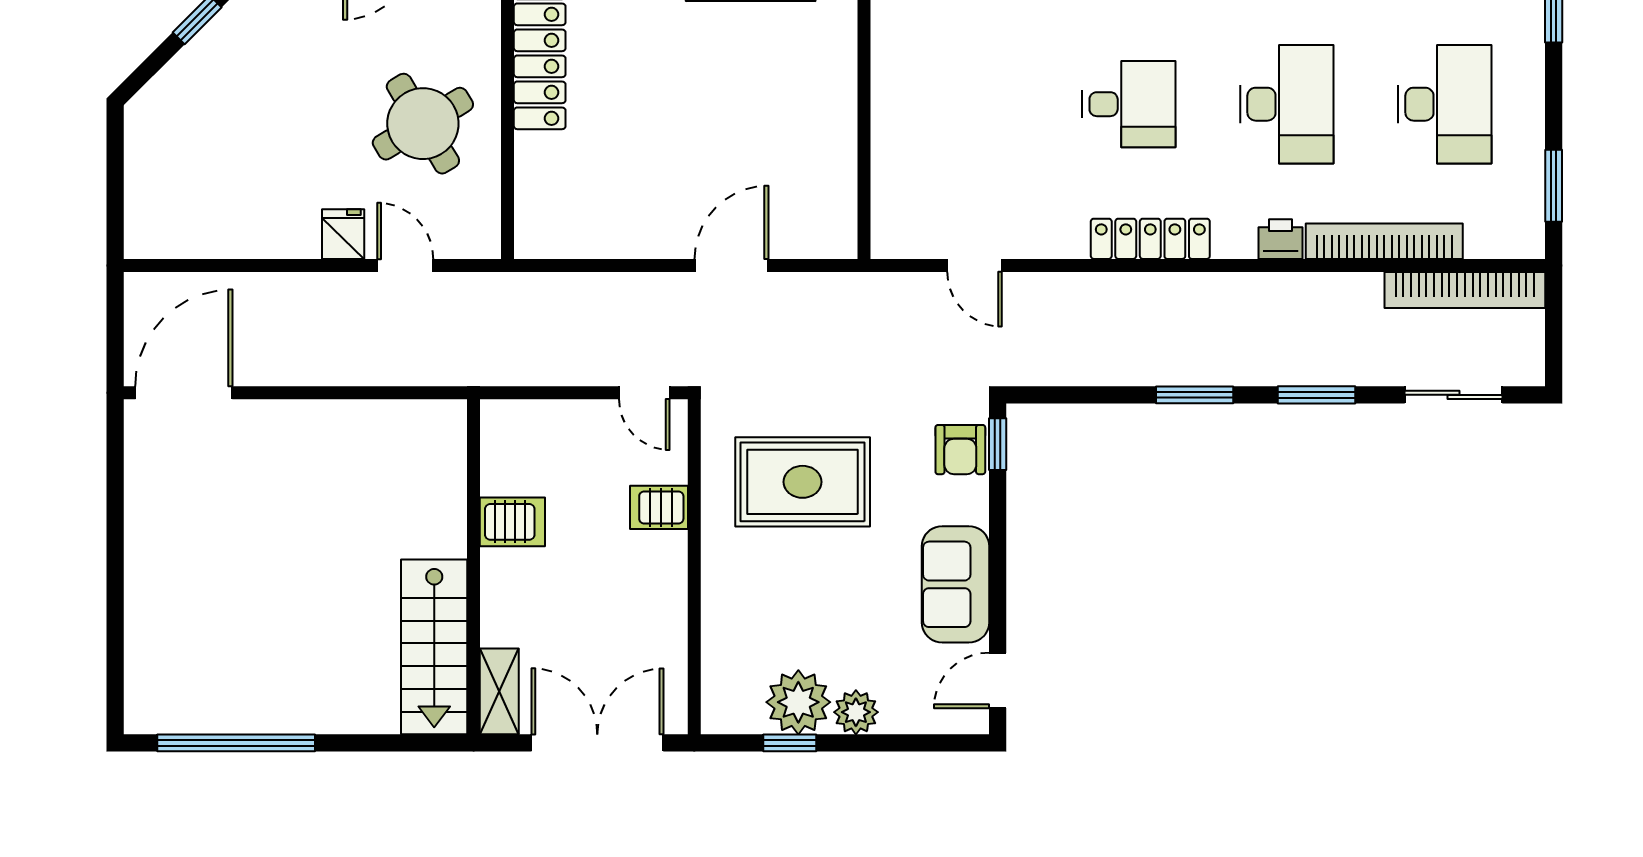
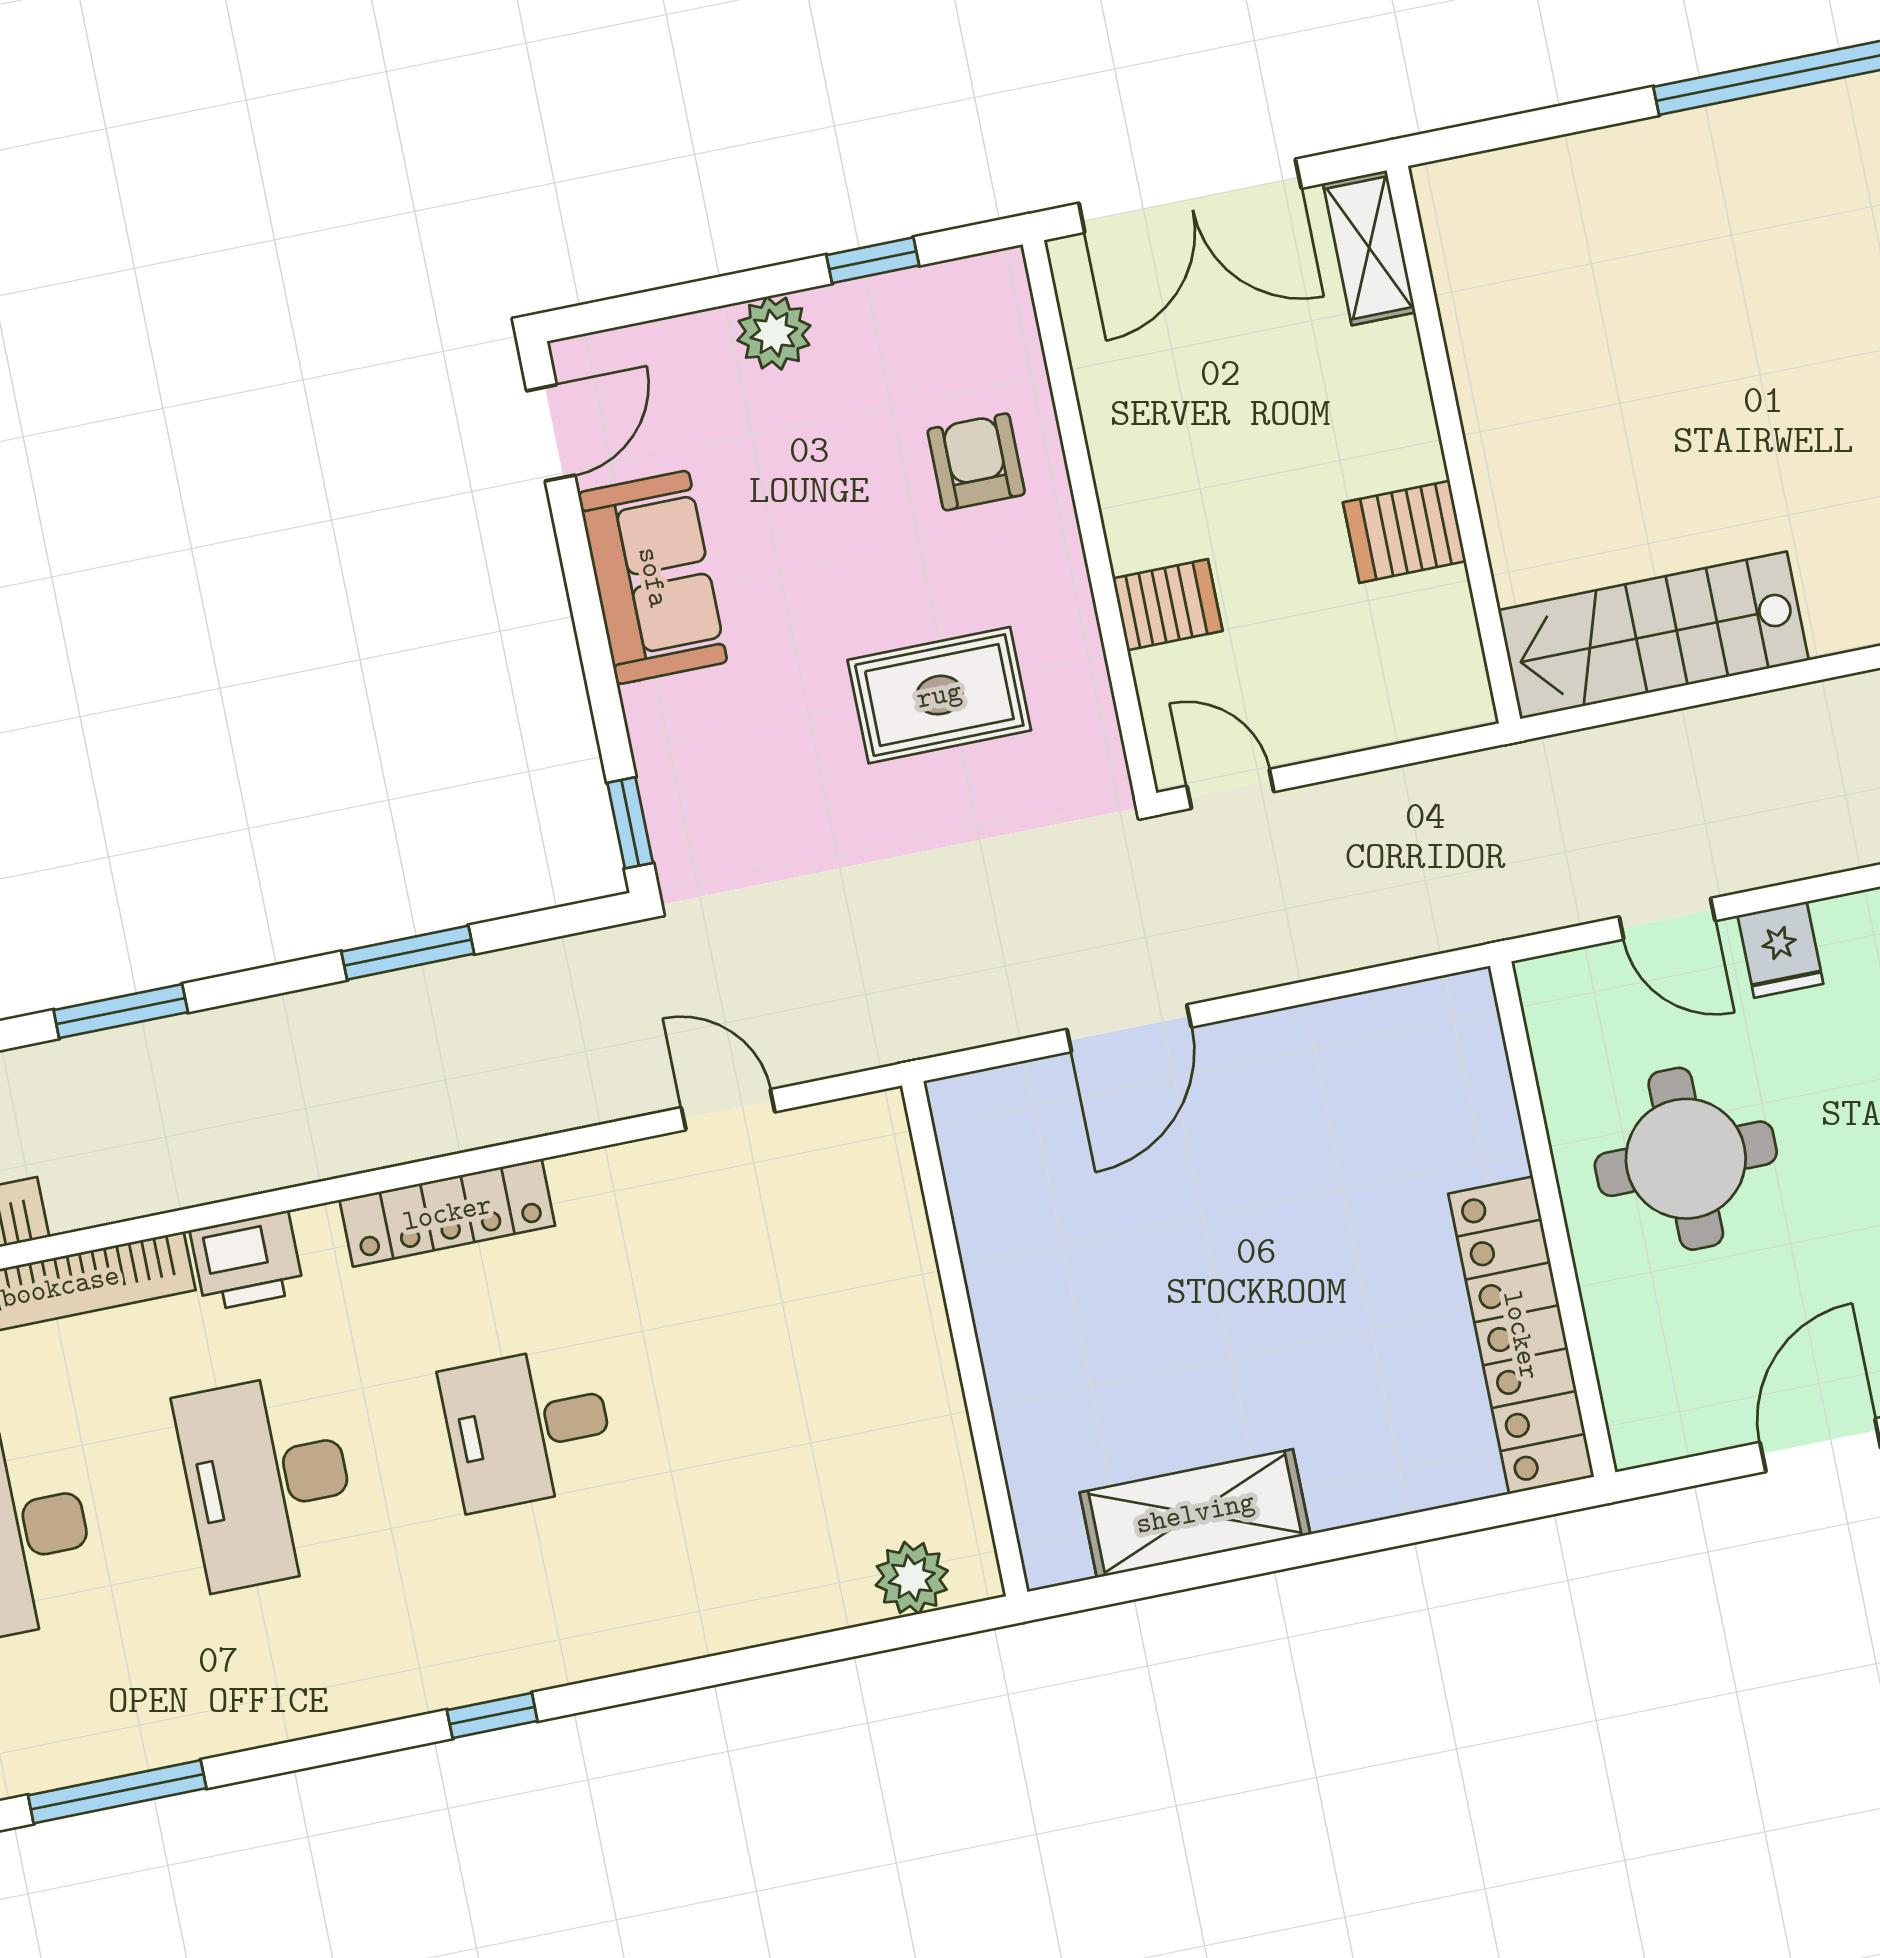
round table: (423, 124) -> (1686, 1159), turned 31
printer: (1281, 239) -> (247, 1261), width x1.36, depth x1.24
window: (1195, 395) -> (408, 953), moved
armchair: (960, 450) -> (976, 462), moved
rug: (803, 482) -> (939, 695), width x0.73, depth x0.70
stairs: (434, 647) -> (1654, 635), moved, turned -90
plant: (798, 702) -> (872, 330), removed

